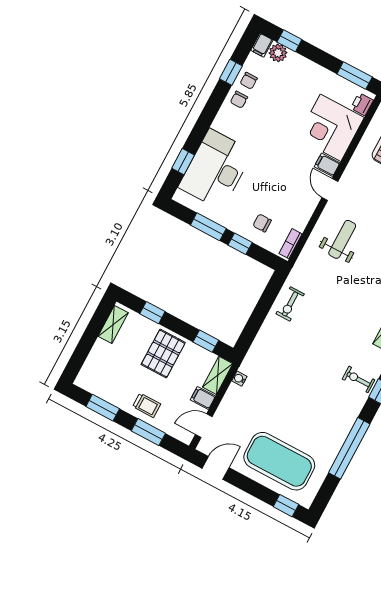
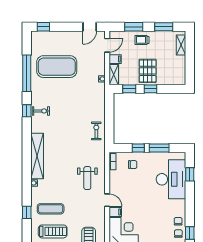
window: (152, 313) -> (150, 89), moved
shelving: (113, 324) -> (181, 45), moved
exercise mat: (279, 461) -> (57, 67), moved

